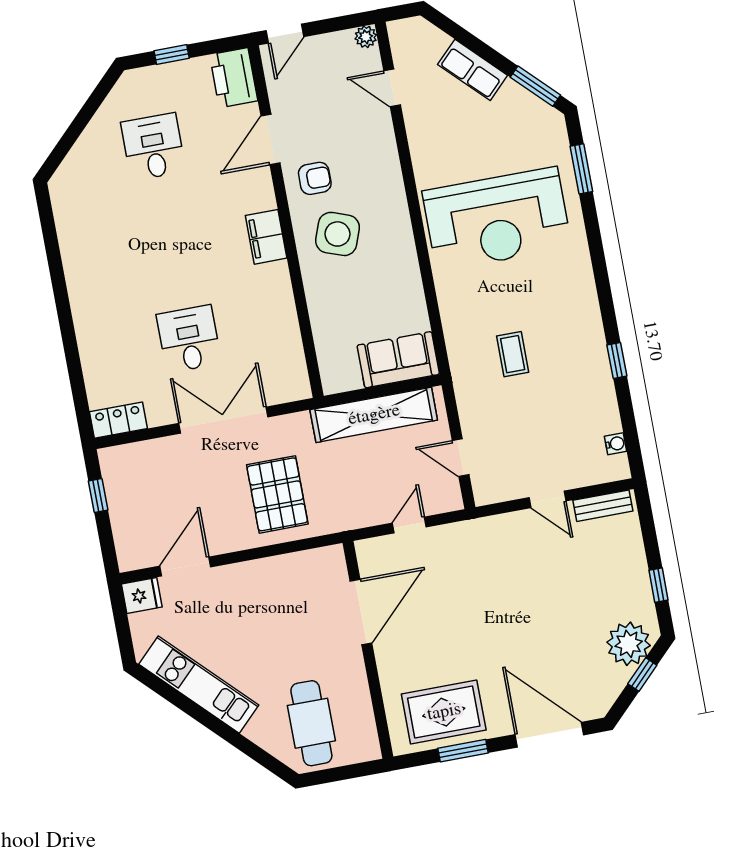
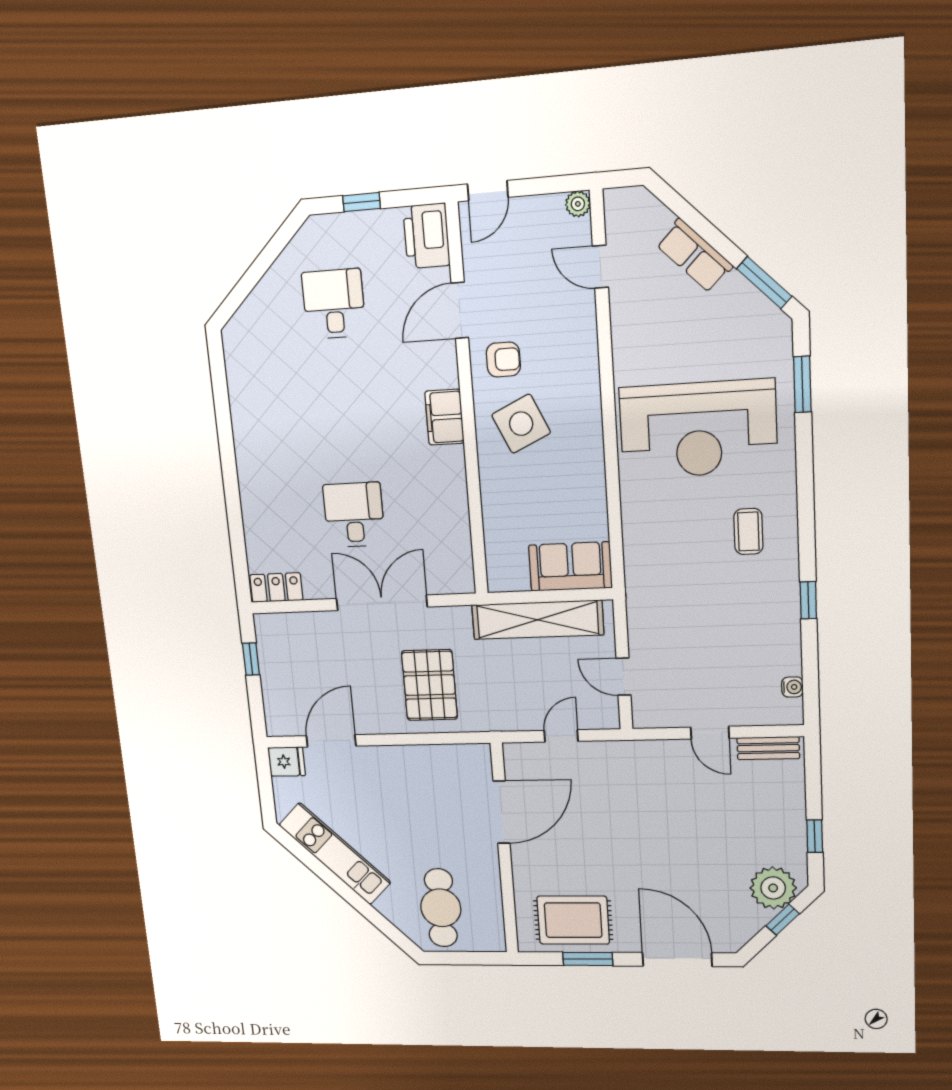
side table: (337, 234) -> (521, 424), turned 45
coffee table: (513, 354) -> (748, 531), moved

